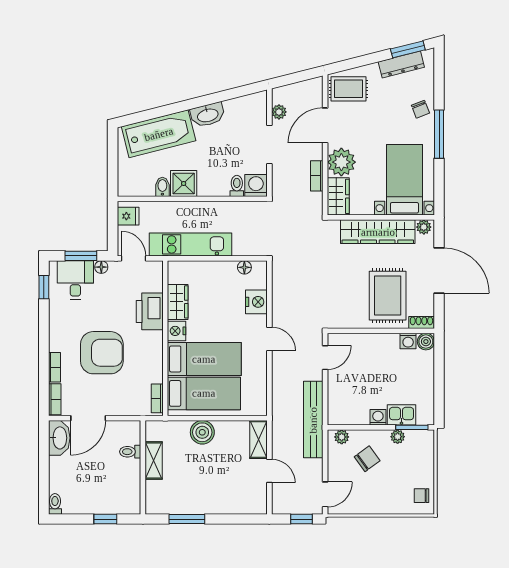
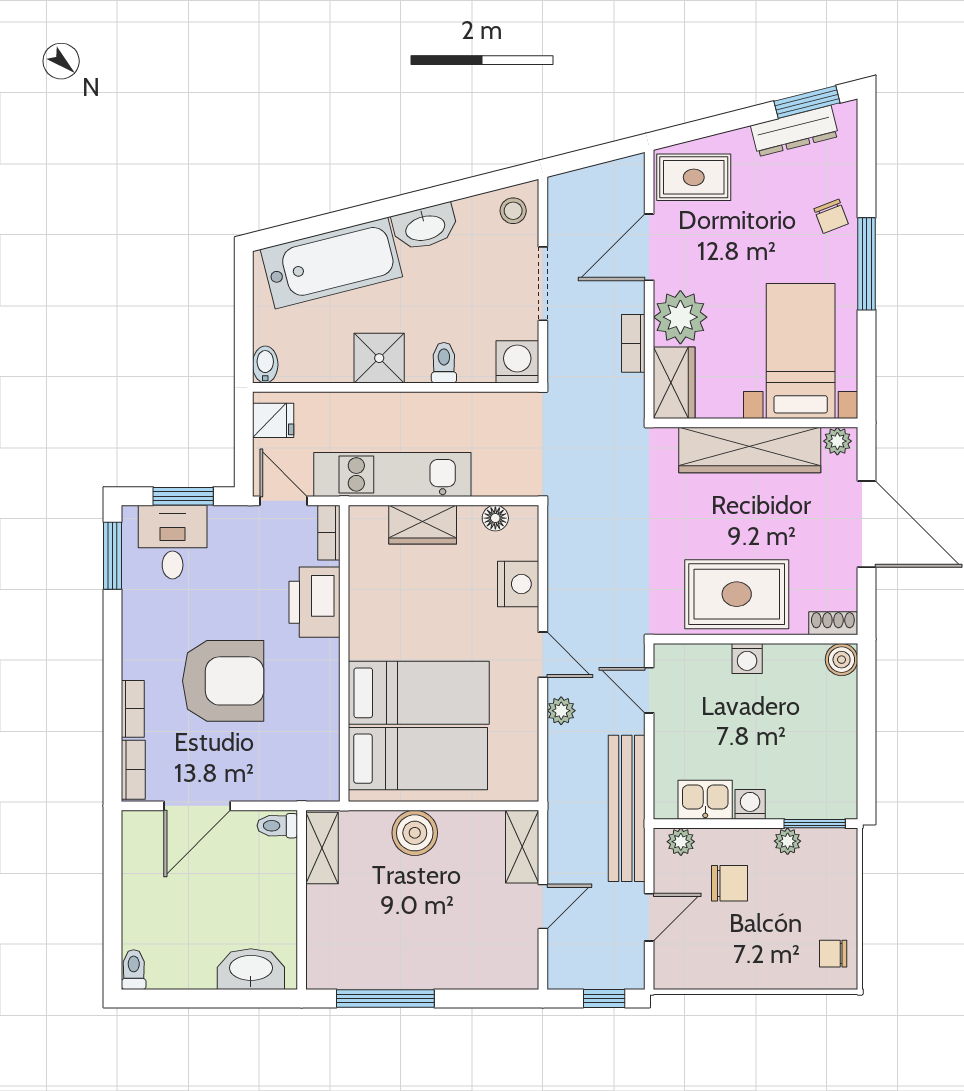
stool: (254, 106) -> (513, 211), added
plant: (279, 112) -> (561, 711), moved
toilet: (237, 186) -> (444, 363), moved
bidet: (162, 187) -> (265, 365), moved
floor lamp: (101, 267) -> (222, 517), removed
window: (44, 287) -> (113, 556), width x1.50
rug: (388, 296) -> (737, 594), moved, turned 90
wardrobe: (178, 302) -> (423, 525), moved, turned 90
nightstand: (177, 331) -> (366, 639), removed
washing machine: (408, 341) -> (747, 658), moved
door: (325, 358) -> (649, 690), swing flipped
bookcase: (157, 398) -> (329, 533), moved
kitchen sink: (401, 415) -> (705, 800), moved
washbasin: (59, 438) -> (251, 969), moved, turned -90
toilet: (130, 452) -> (277, 826), moved
chair: (367, 459) -> (729, 883), turned 36
shelving: (154, 460) -> (322, 848), moved
door: (269, 471) -> (543, 907), hinge flipped
door: (325, 494) -> (649, 917), moved
window: (105, 519) -> (230, 998), removed
window: (187, 519) -> (385, 998), width x1.44

